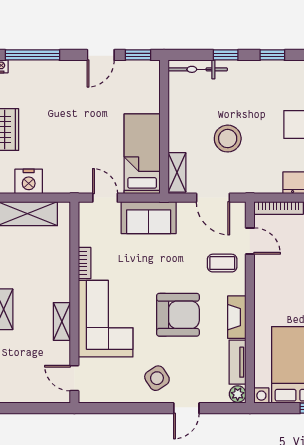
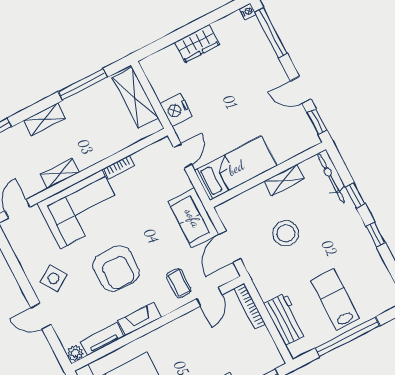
shelving: (177, 172) -> (284, 180), moved
nightstand: (29, 181) -> (176, 110), moved
sofa: (149, 218) -> (193, 218), moved

